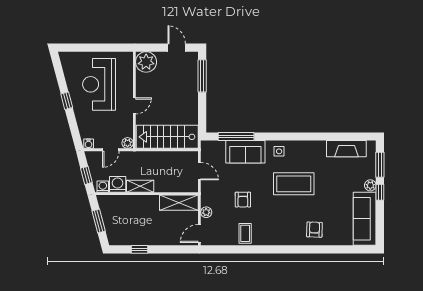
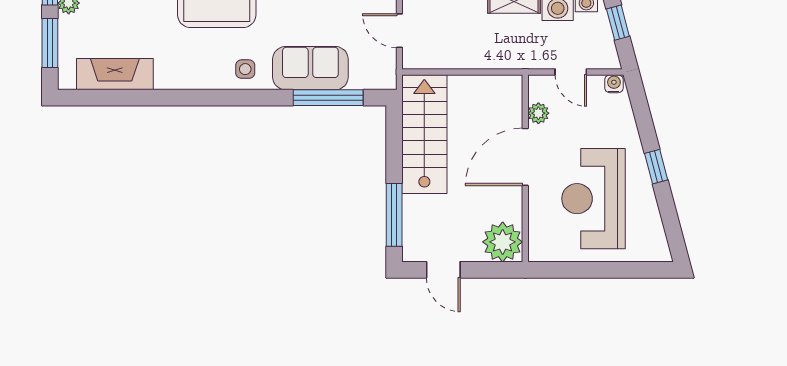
reception desk: (99, 84) -> (593, 199), turned 180
door: (134, 106) -> (525, 157), width x1.88
stairs: (167, 137) -> (424, 134), moved, turned -90
plant: (128, 143) -> (538, 113), moved
door: (111, 150) -> (571, 72), swing flipped

